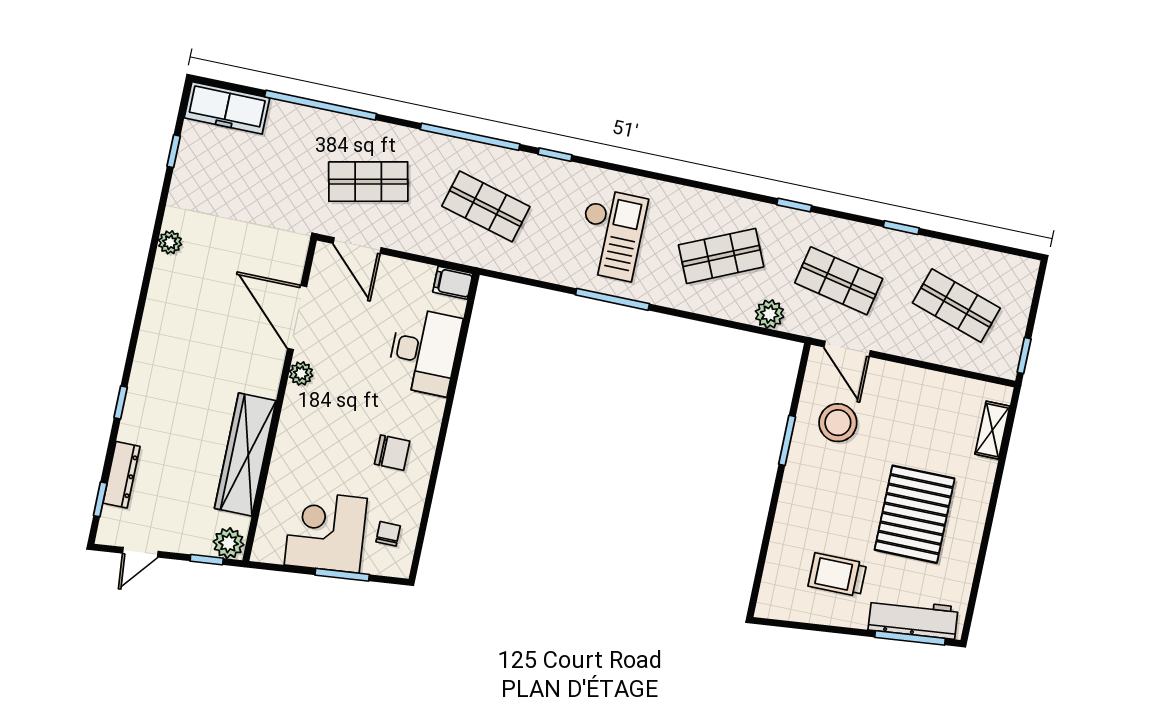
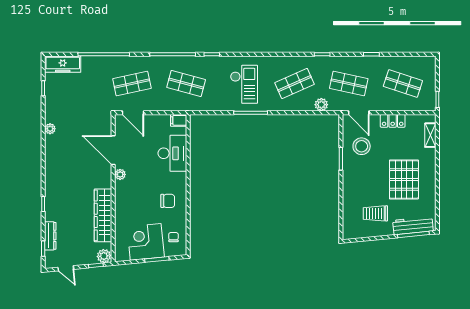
locker: (917, 382) -> (393, 121), added
door: (140, 552) -> (66, 268), hinge flipped

